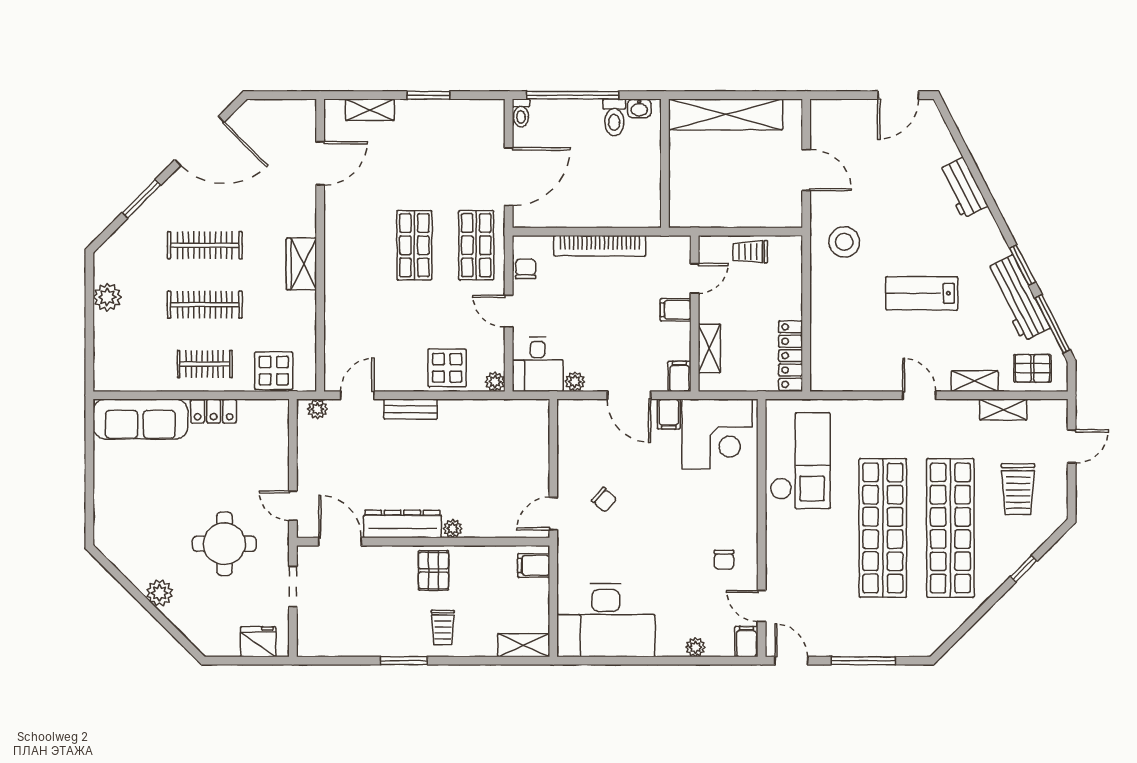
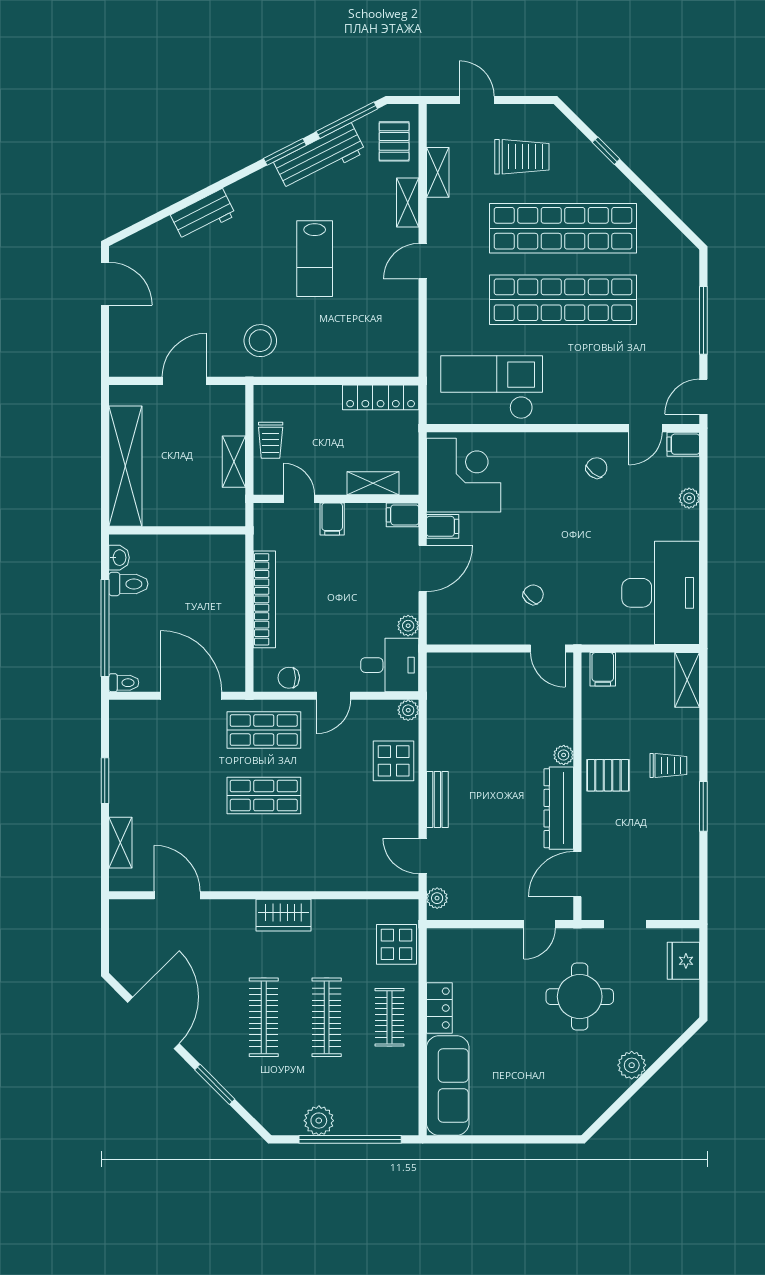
shelving: (730, 217) -> (234, 462), added
window: (89, 327) -> (350, 1139), added
chair: (724, 560) -> (597, 468), turned -52

